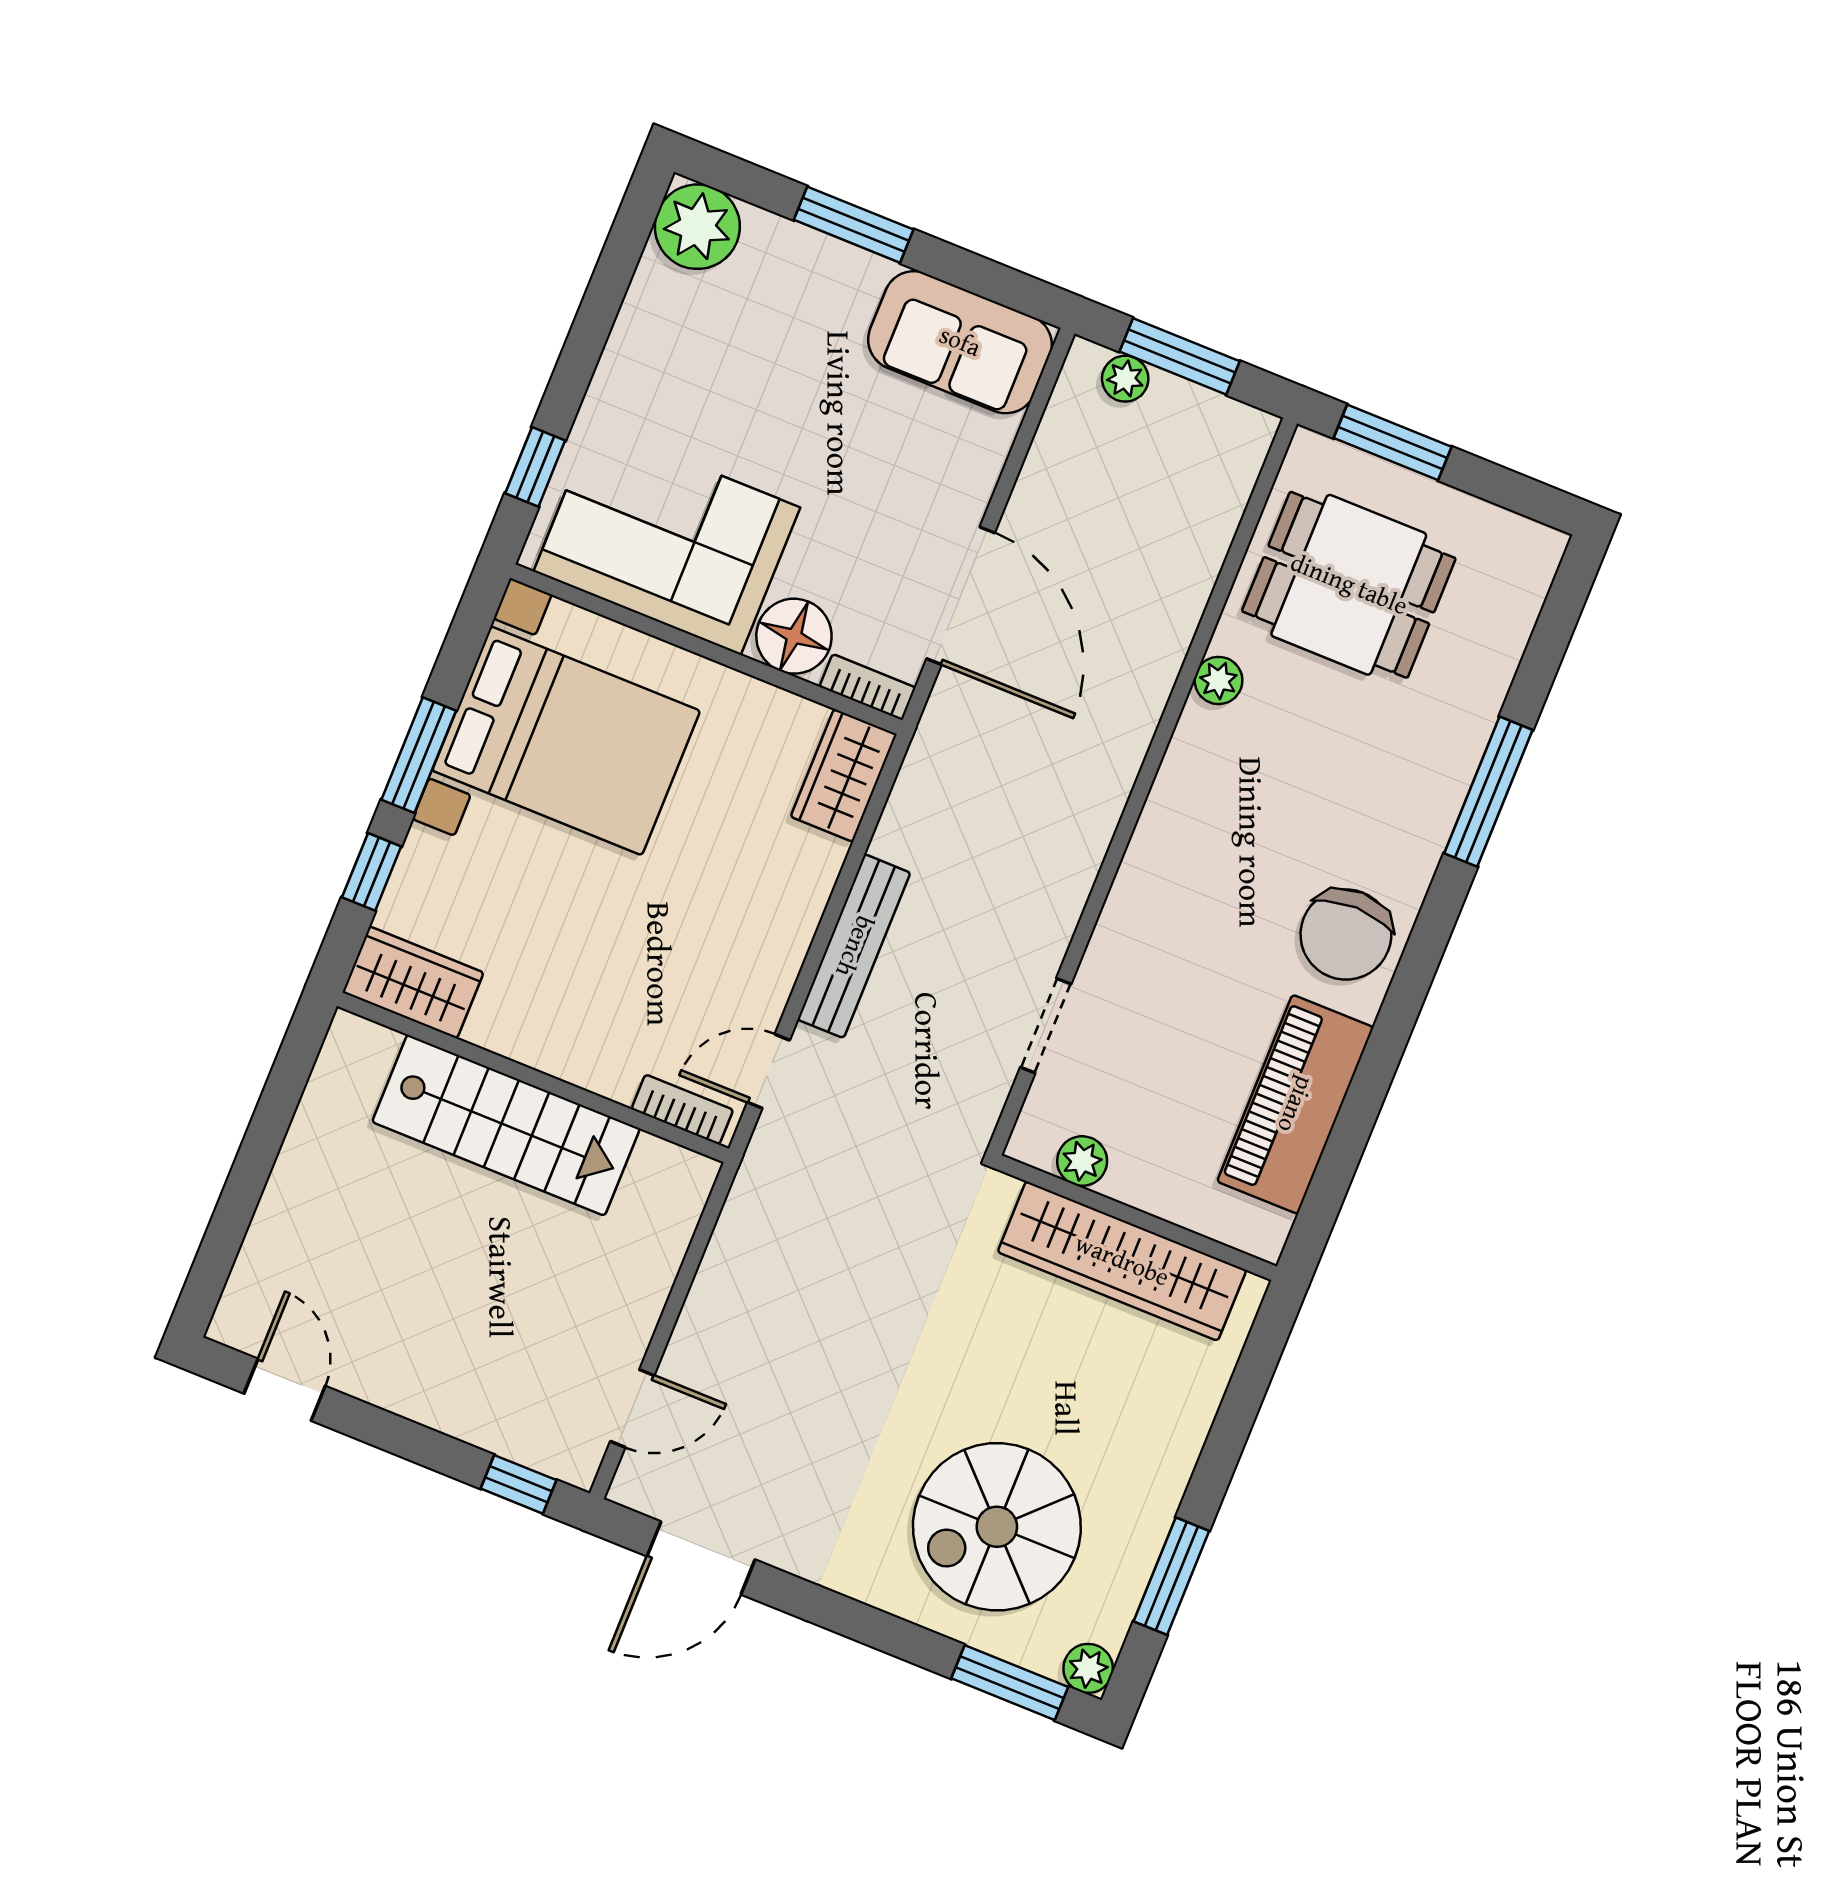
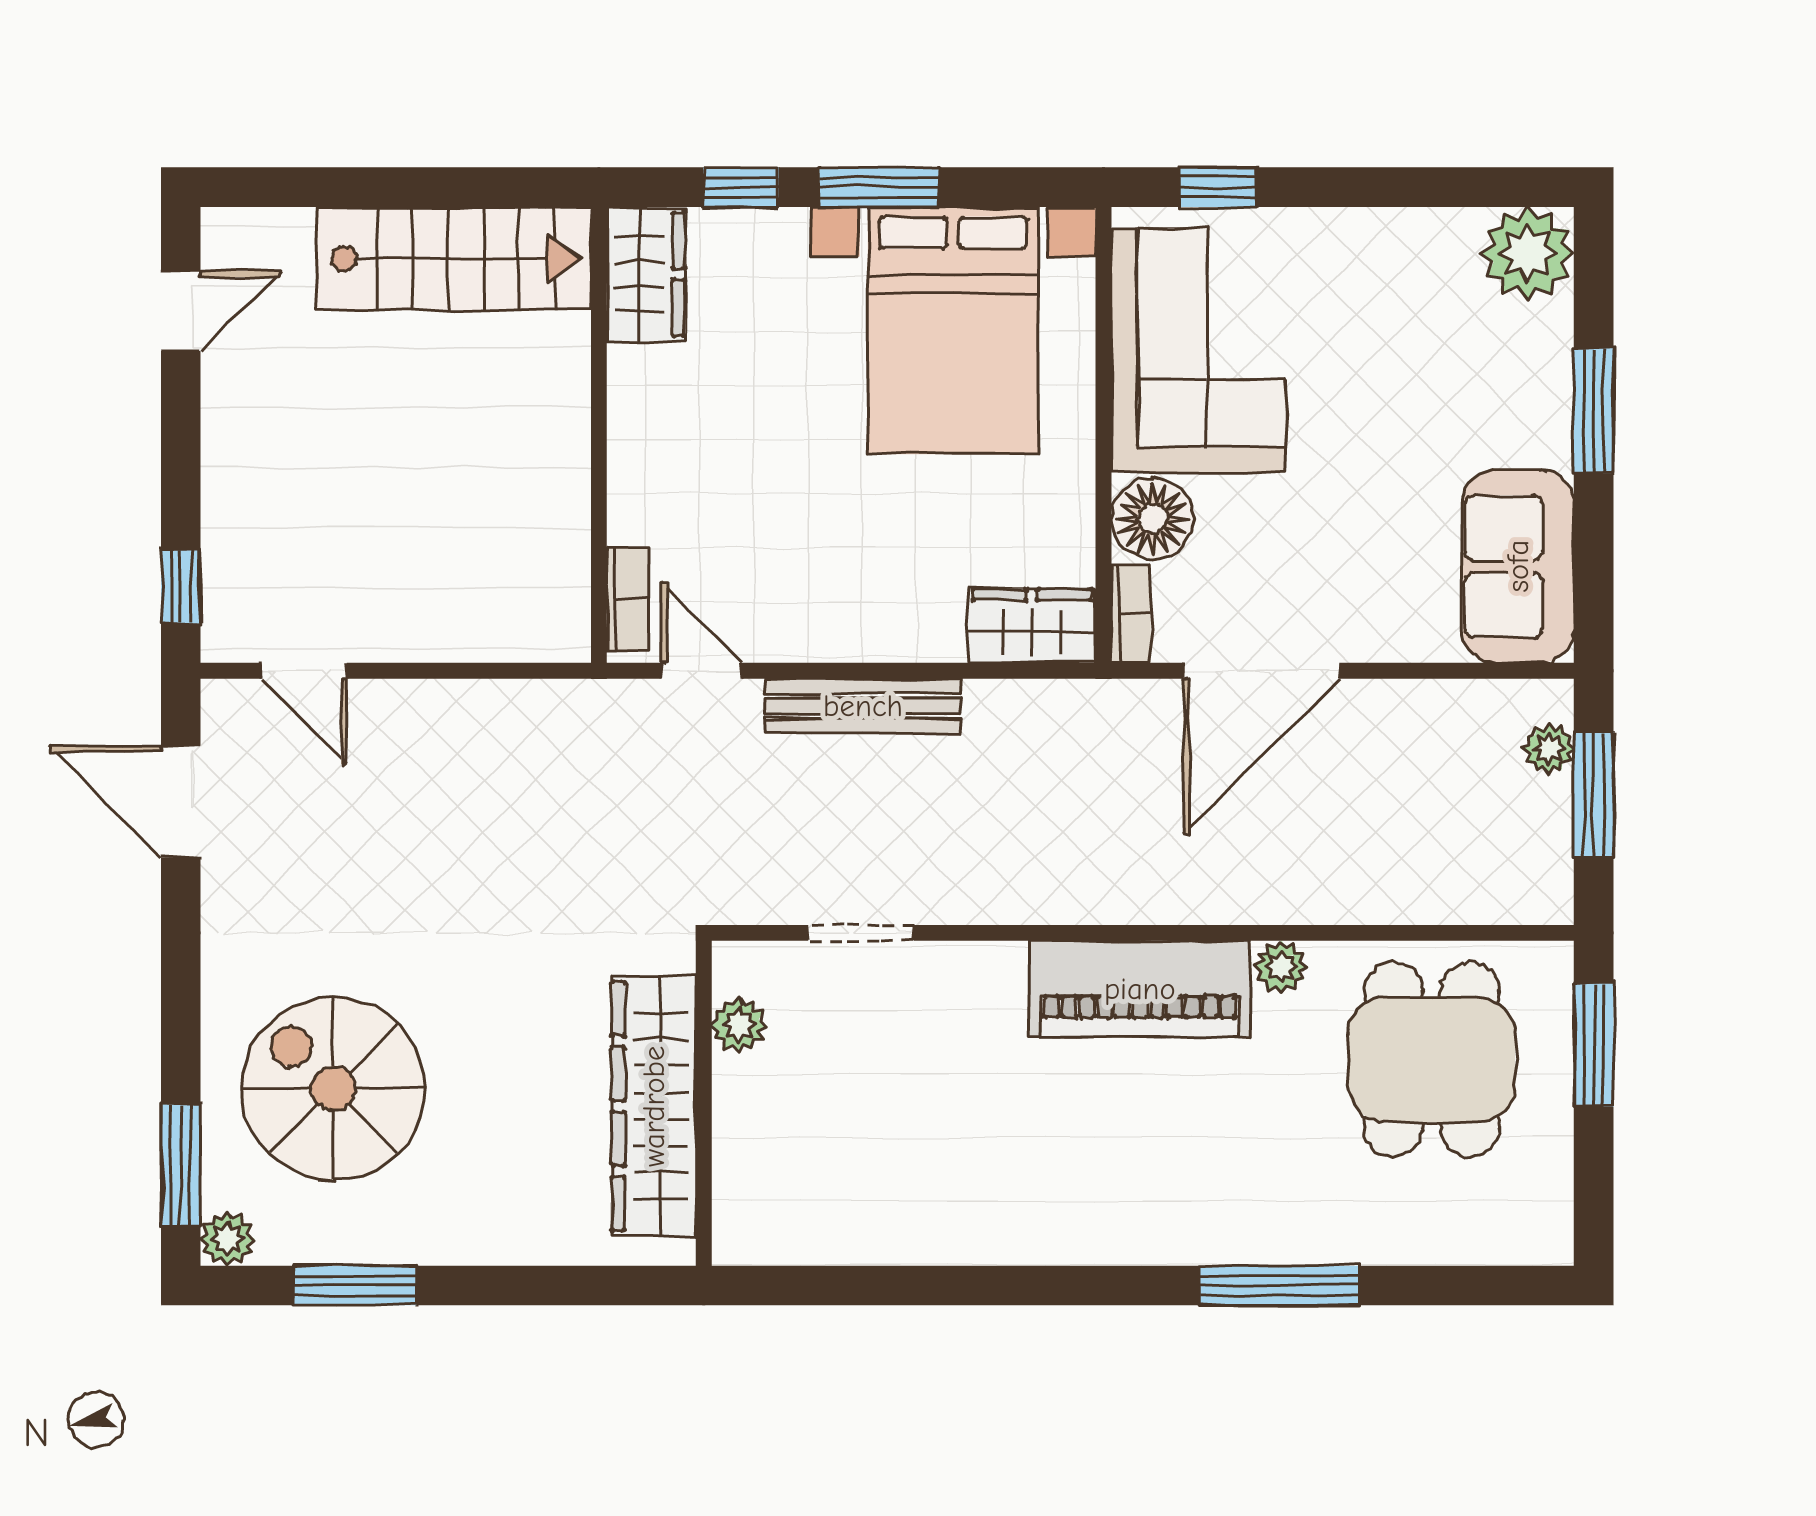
chair: (1346, 934) -> (1076, 1200), removed
piano: (1295, 1104) -> (1140, 989), moved, turned 180
stairs: (506, 1125) -> (454, 259), moved, turned -90

